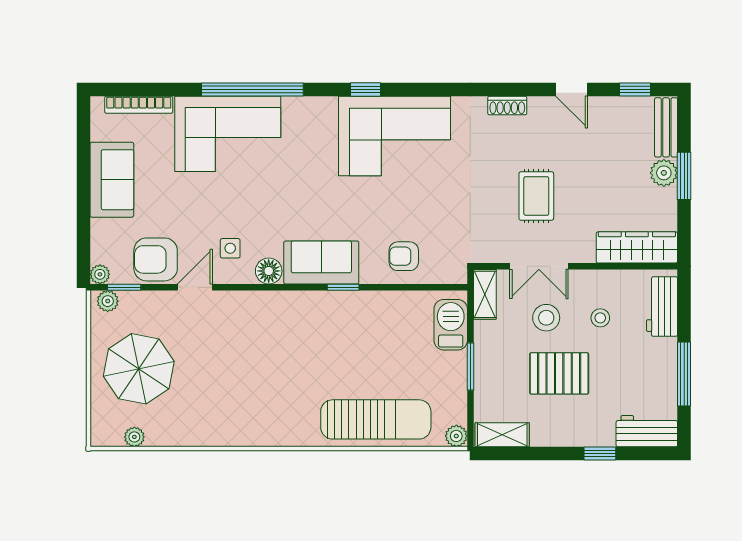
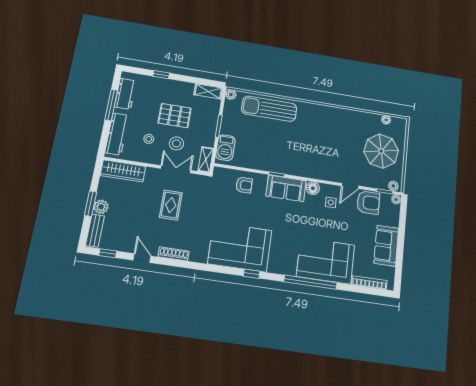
shoe rack: (507, 105) -> (174, 254), width x1.43
workbench: (662, 307) -> (117, 134), width x1.38
workbench: (647, 431) -> (125, 94), moved, turned -90

